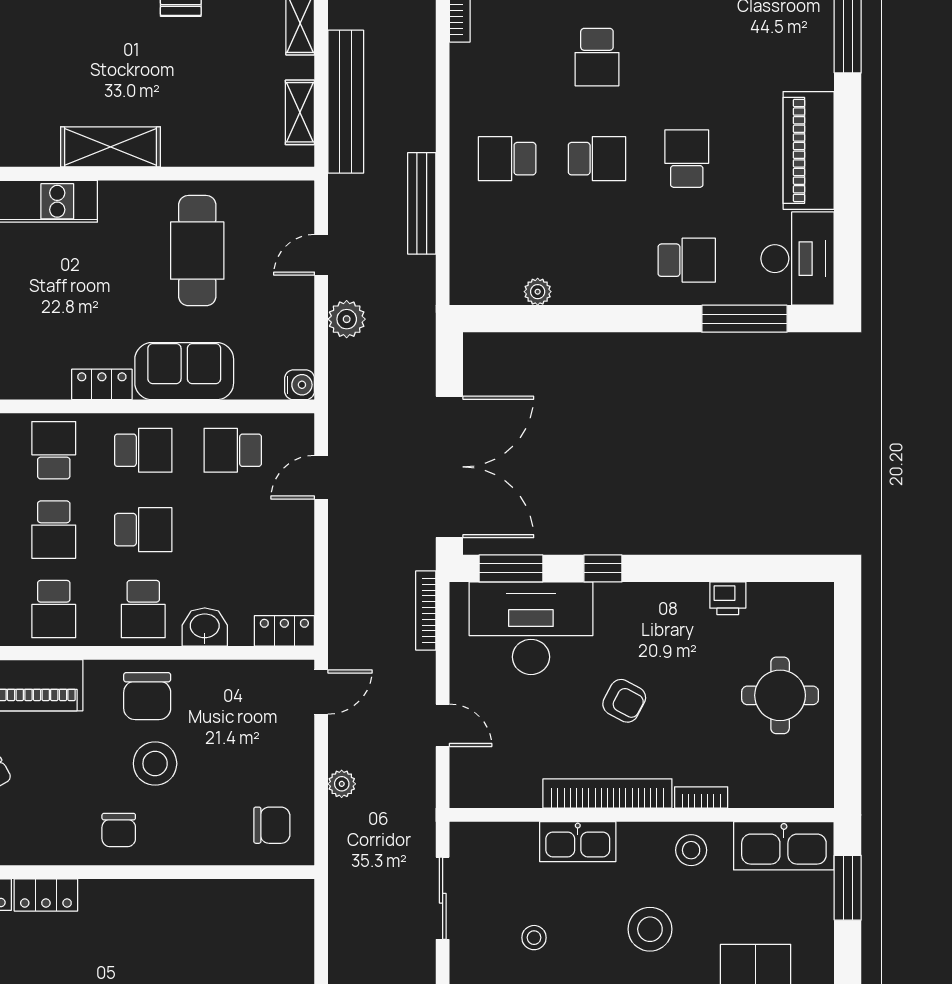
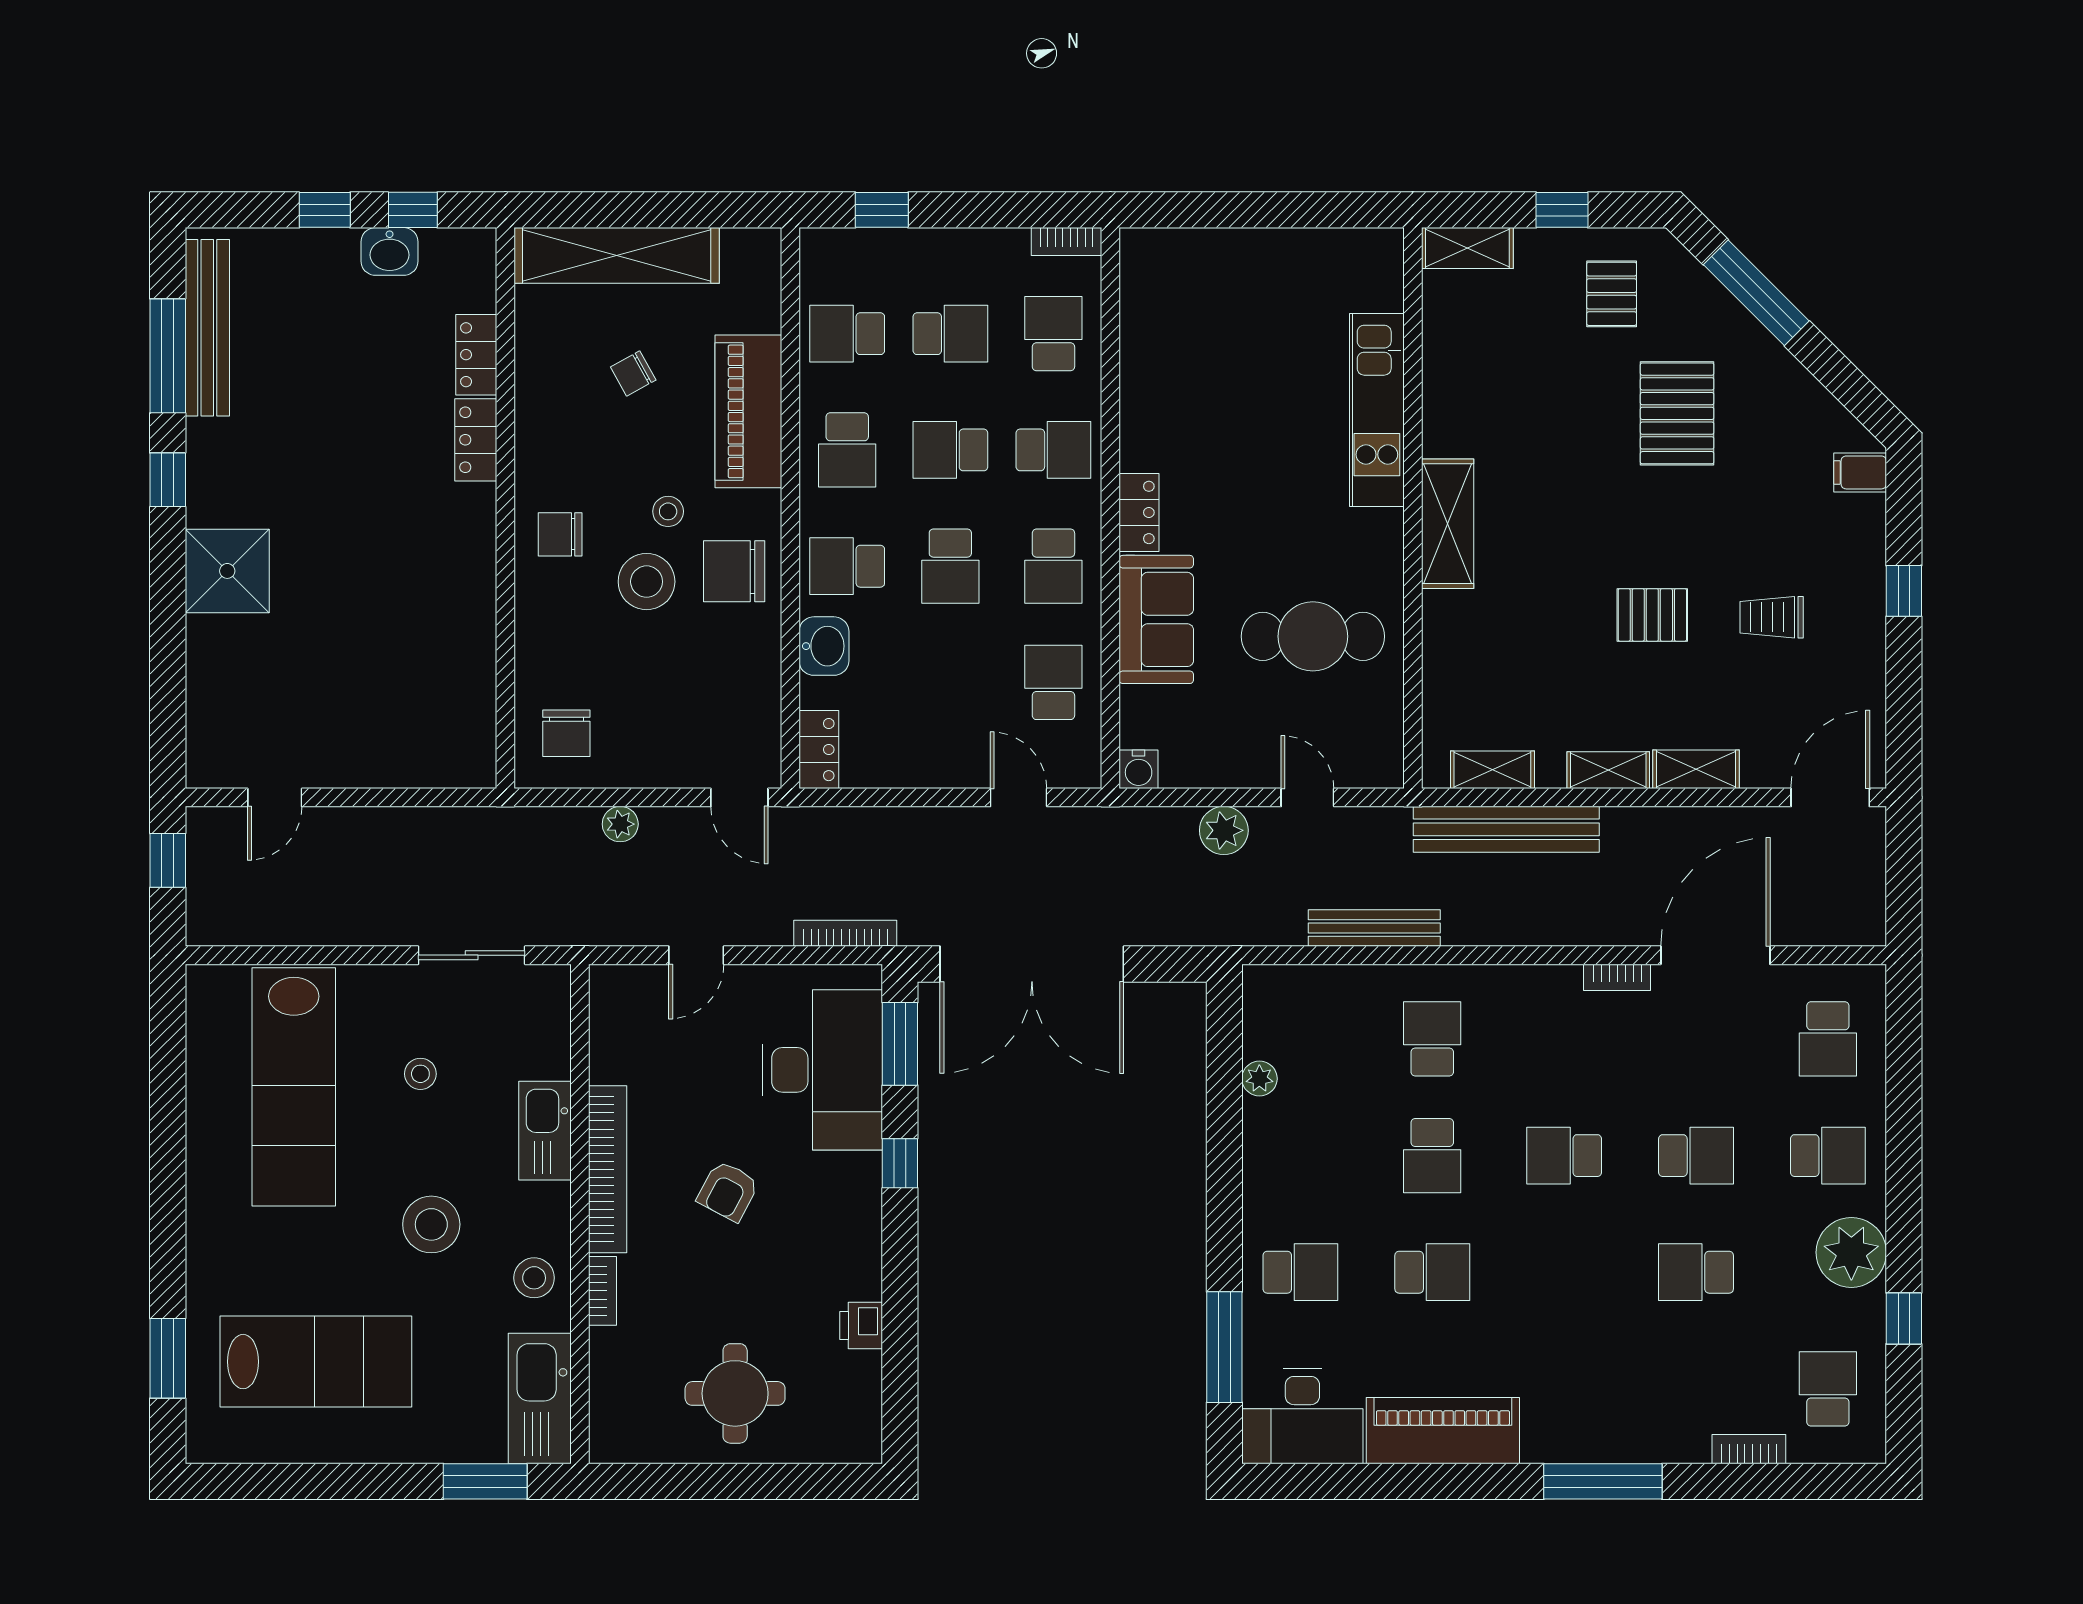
school desk: (687, 260) -> (1300, 1272), turned -90
school desk: (54, 609) -> (847, 450), turned -90
stool: (101, 747) -> (668, 511), added

